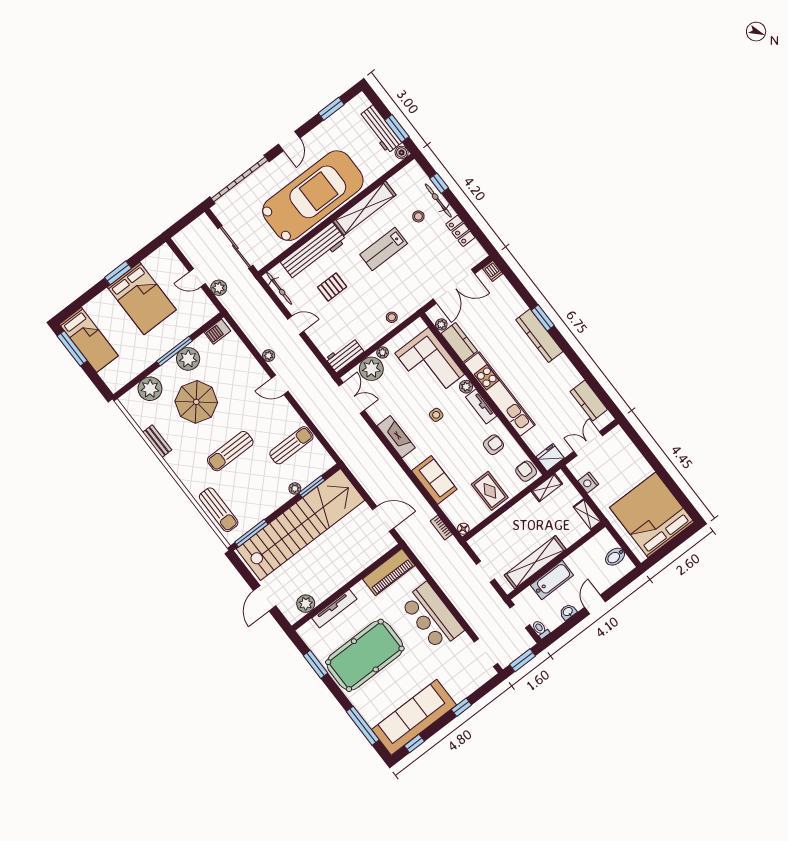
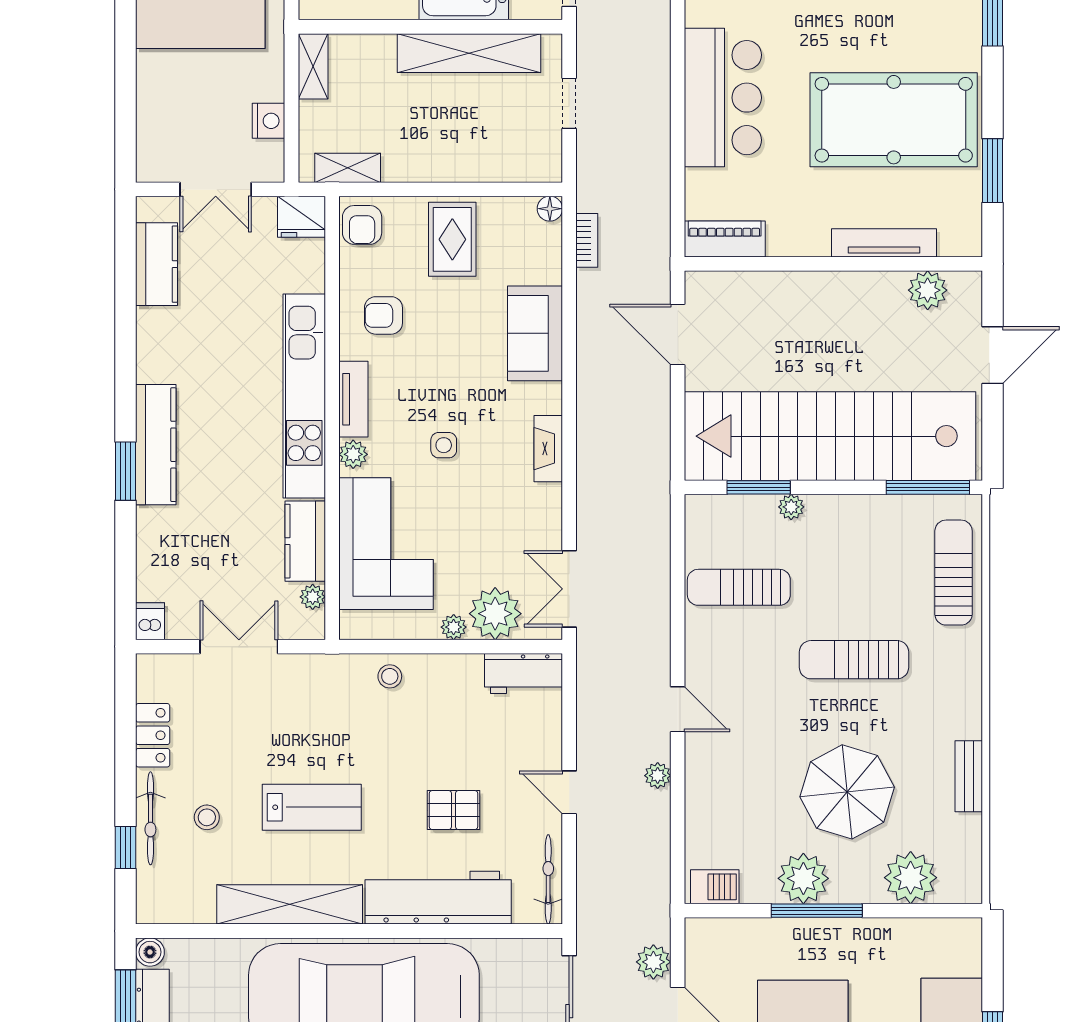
double door: (454, 286) -> (239, 647), width x0.73
fireplace: (396, 437) -> (548, 449), width x0.73, depth x0.76
sun lounger: (230, 451) -> (854, 660), turned 180
piano: (389, 572) -> (725, 239), width x0.73, depth x0.75

